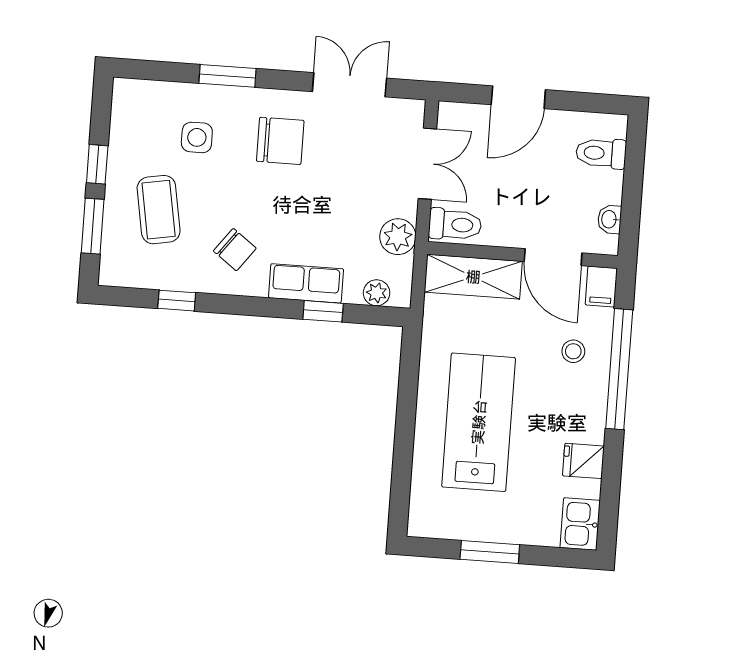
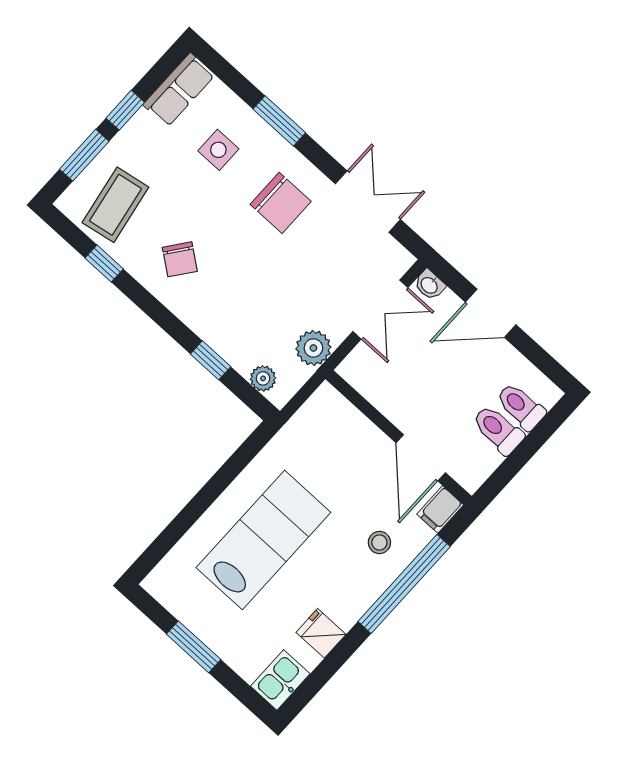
coffee table: (159, 210) -> (115, 205), moved
washbasin: (610, 219) -> (430, 285), moved, turned -90
toilet: (455, 225) -> (498, 430), moved, turned 180
shelving: (473, 277) -> (347, 424), removed
row of seats: (306, 283) -> (179, 90), moved, turned 90

